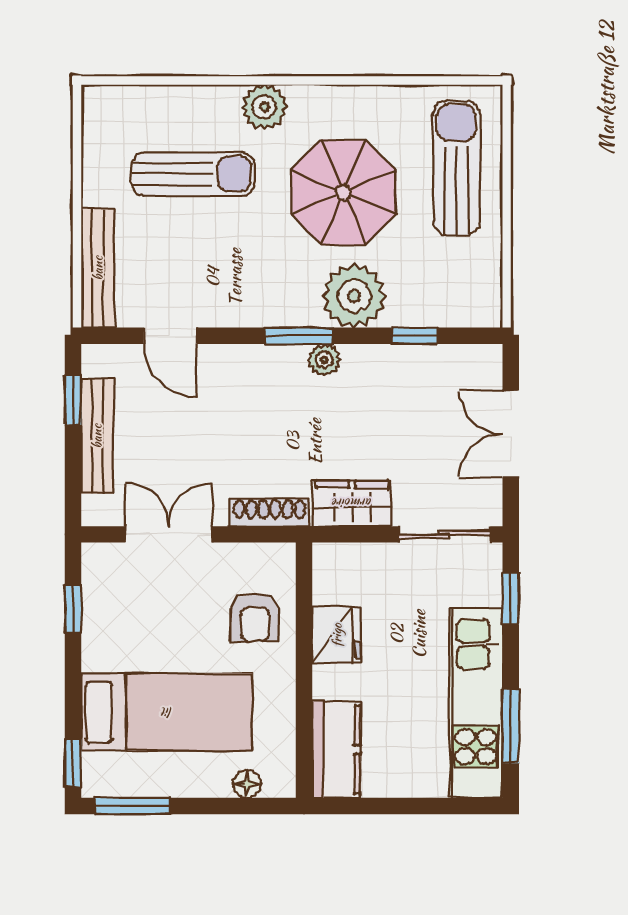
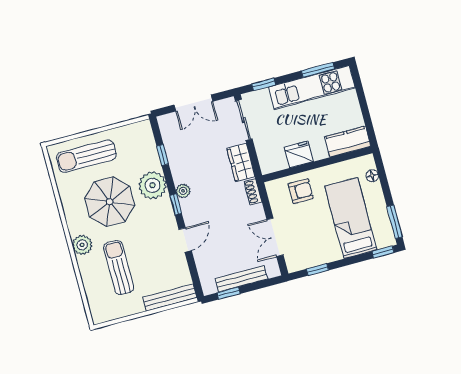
door: (170, 336) -> (185, 240), moved
window: (299, 336) -> (176, 204), width x0.67
shoe rack: (270, 513) -> (253, 192), width x0.70

